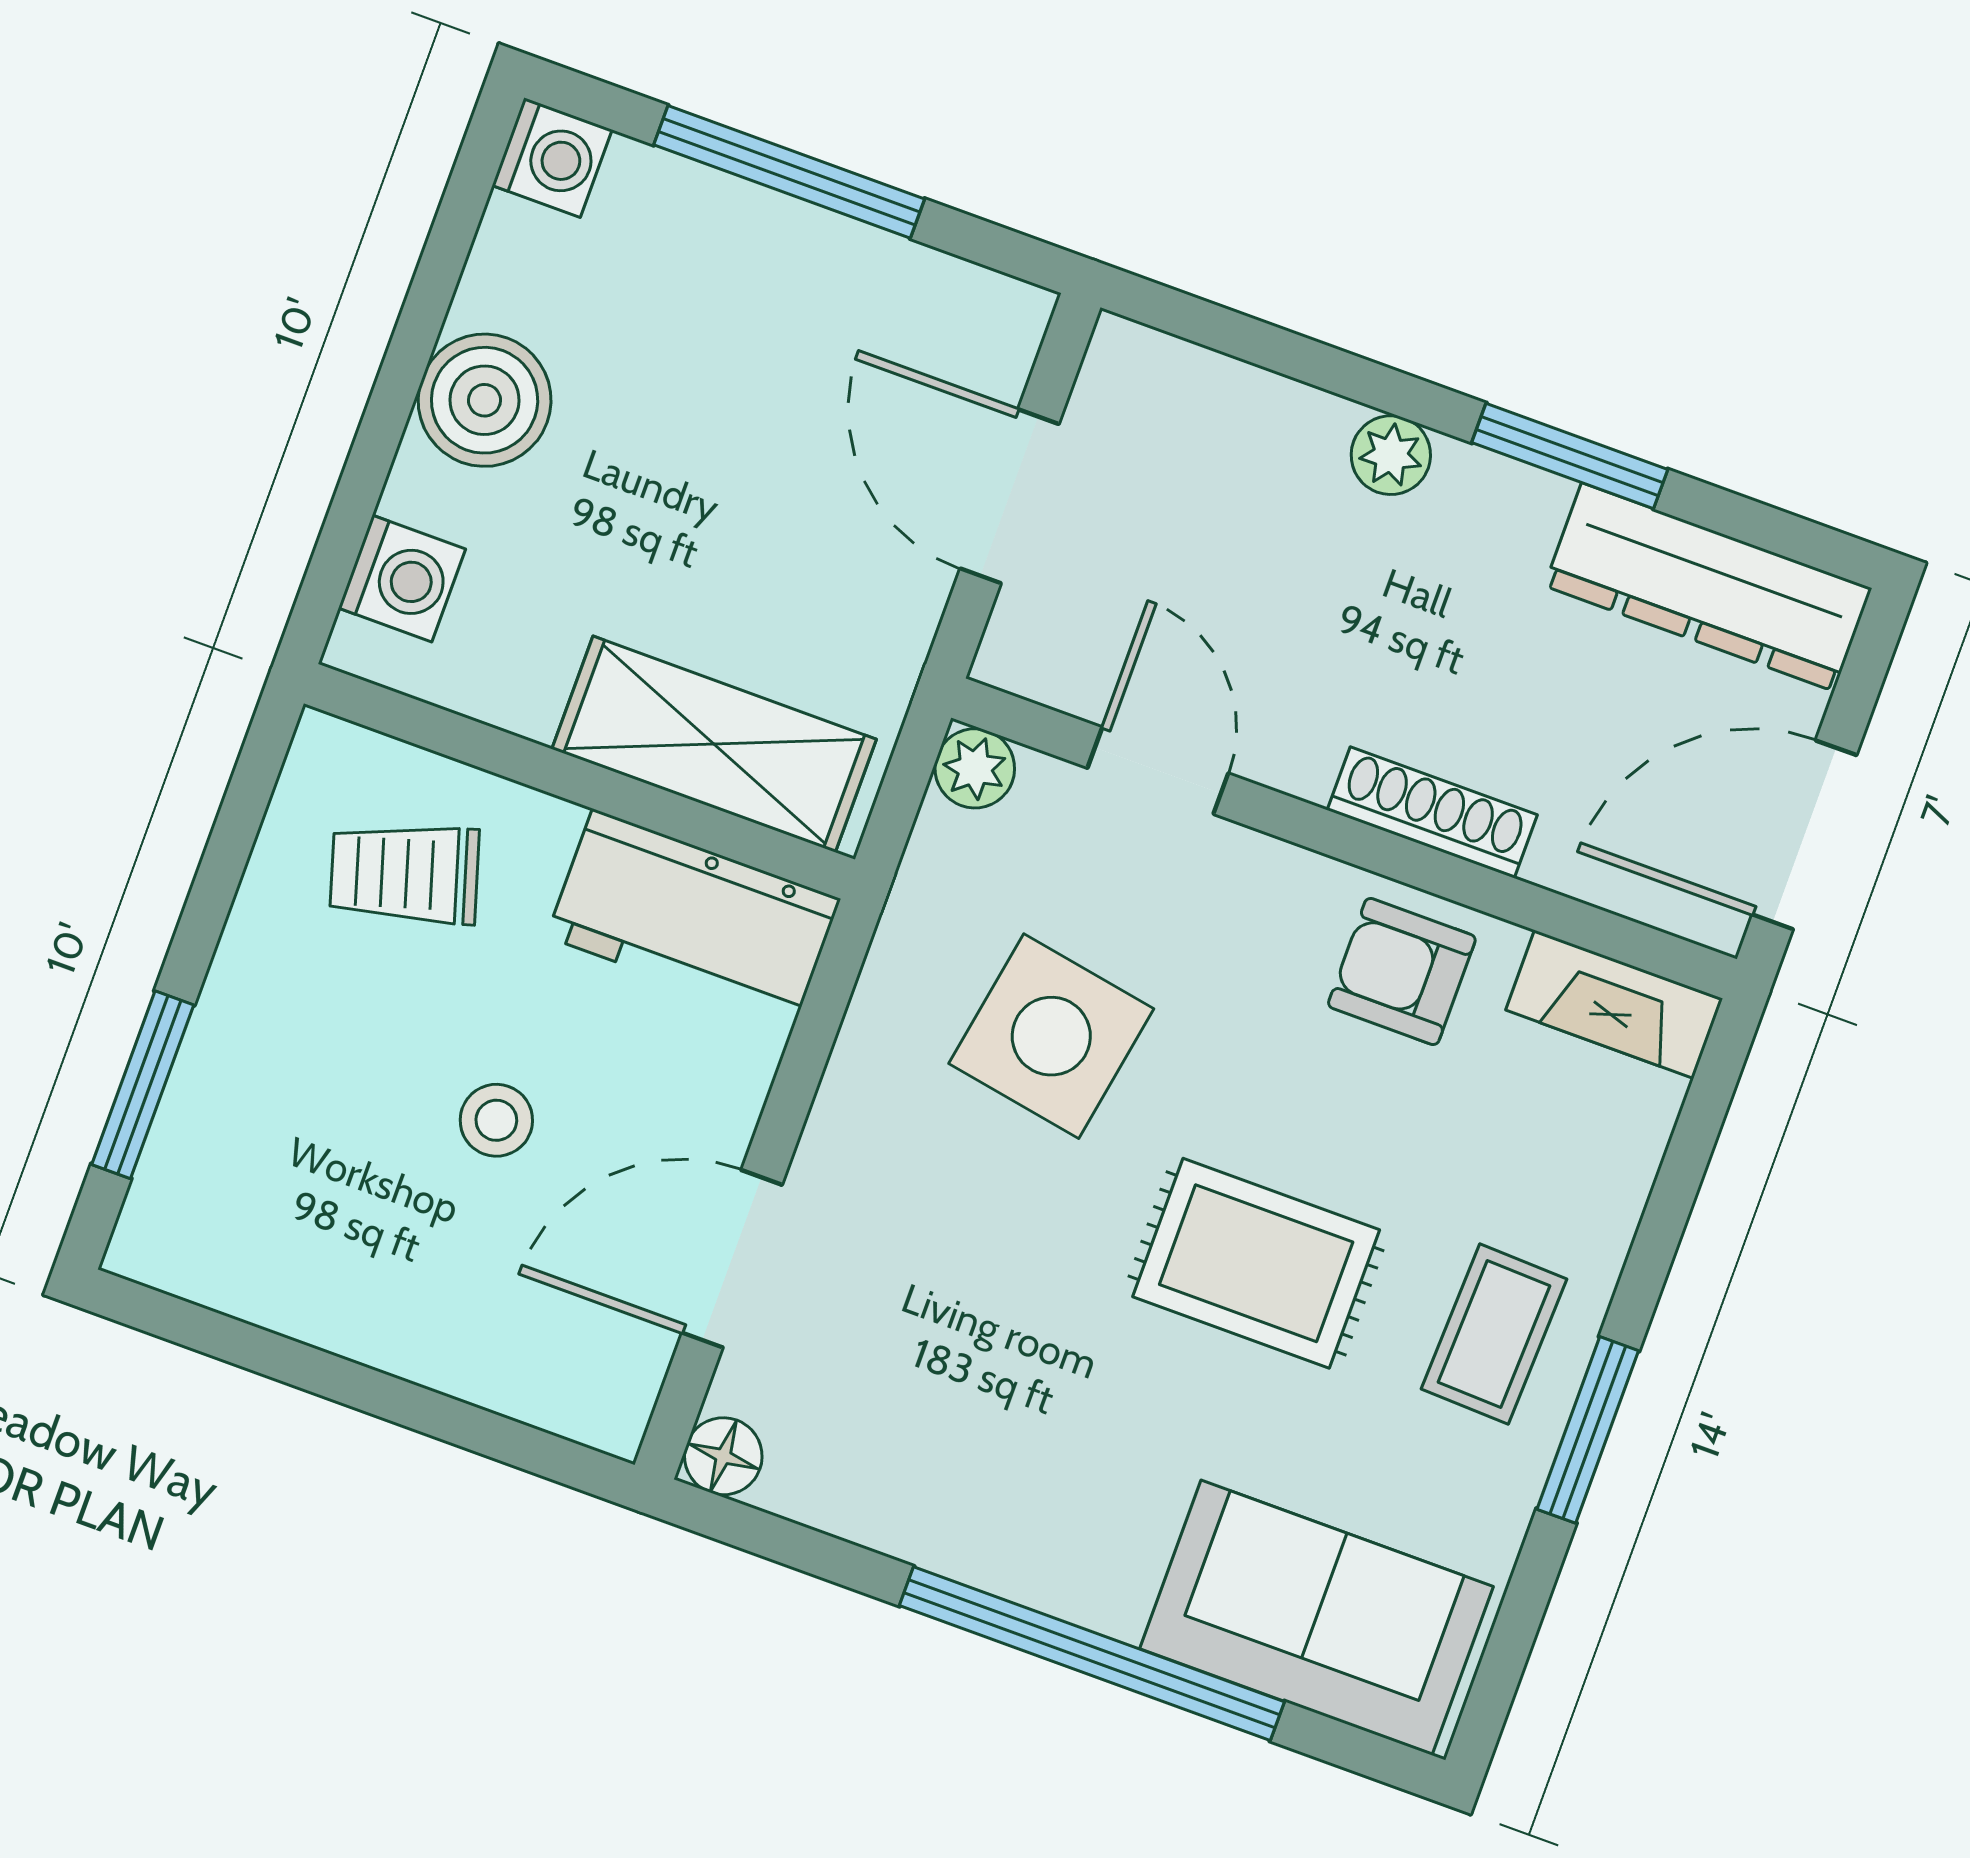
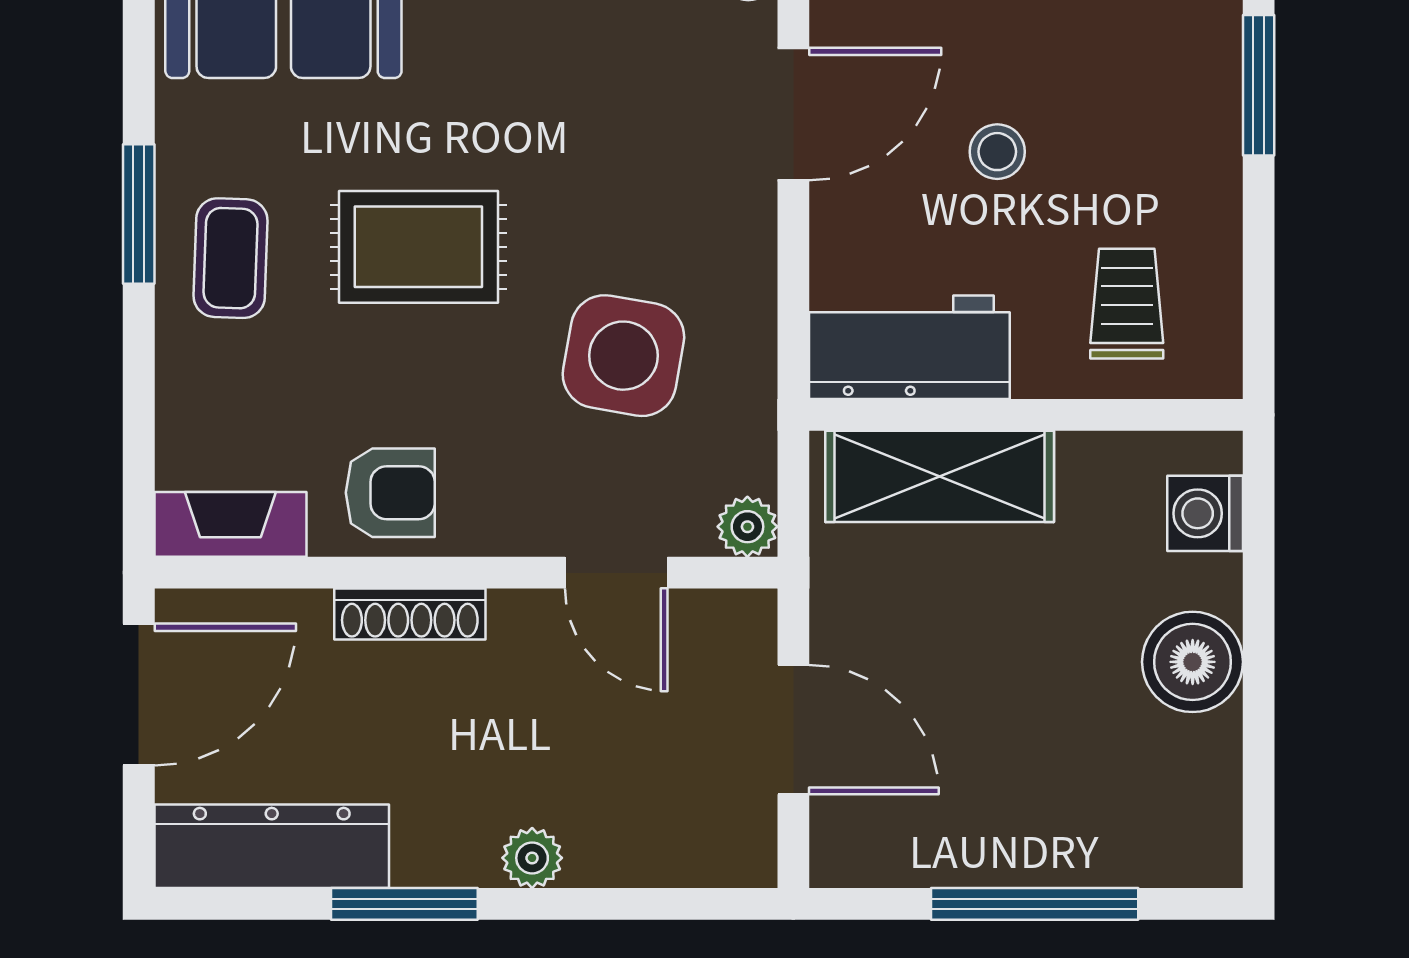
washing machine: (552, 158) -> (1207, 852), removed
trolley: (404, 874) -> (1127, 304), turned -73

